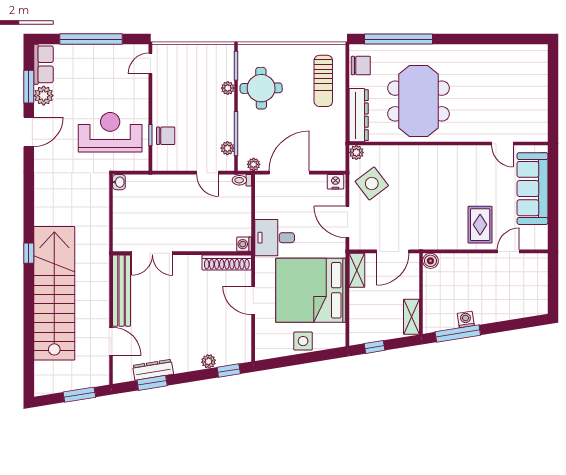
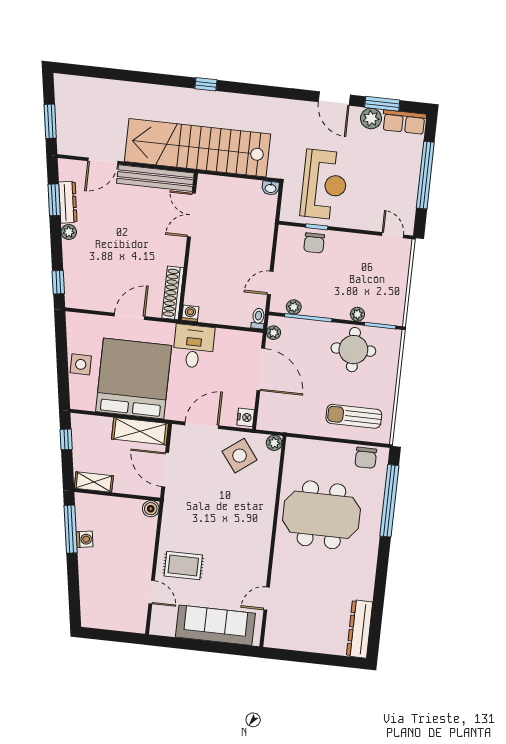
dresser: (359, 115) -> (360, 629), moved, turned 90
shelving: (357, 270) -> (140, 431), width x1.50, depth x1.33
stairs: (54, 293) -> (198, 148), moved, turned 180
plant: (209, 361) -> (69, 232), moved

